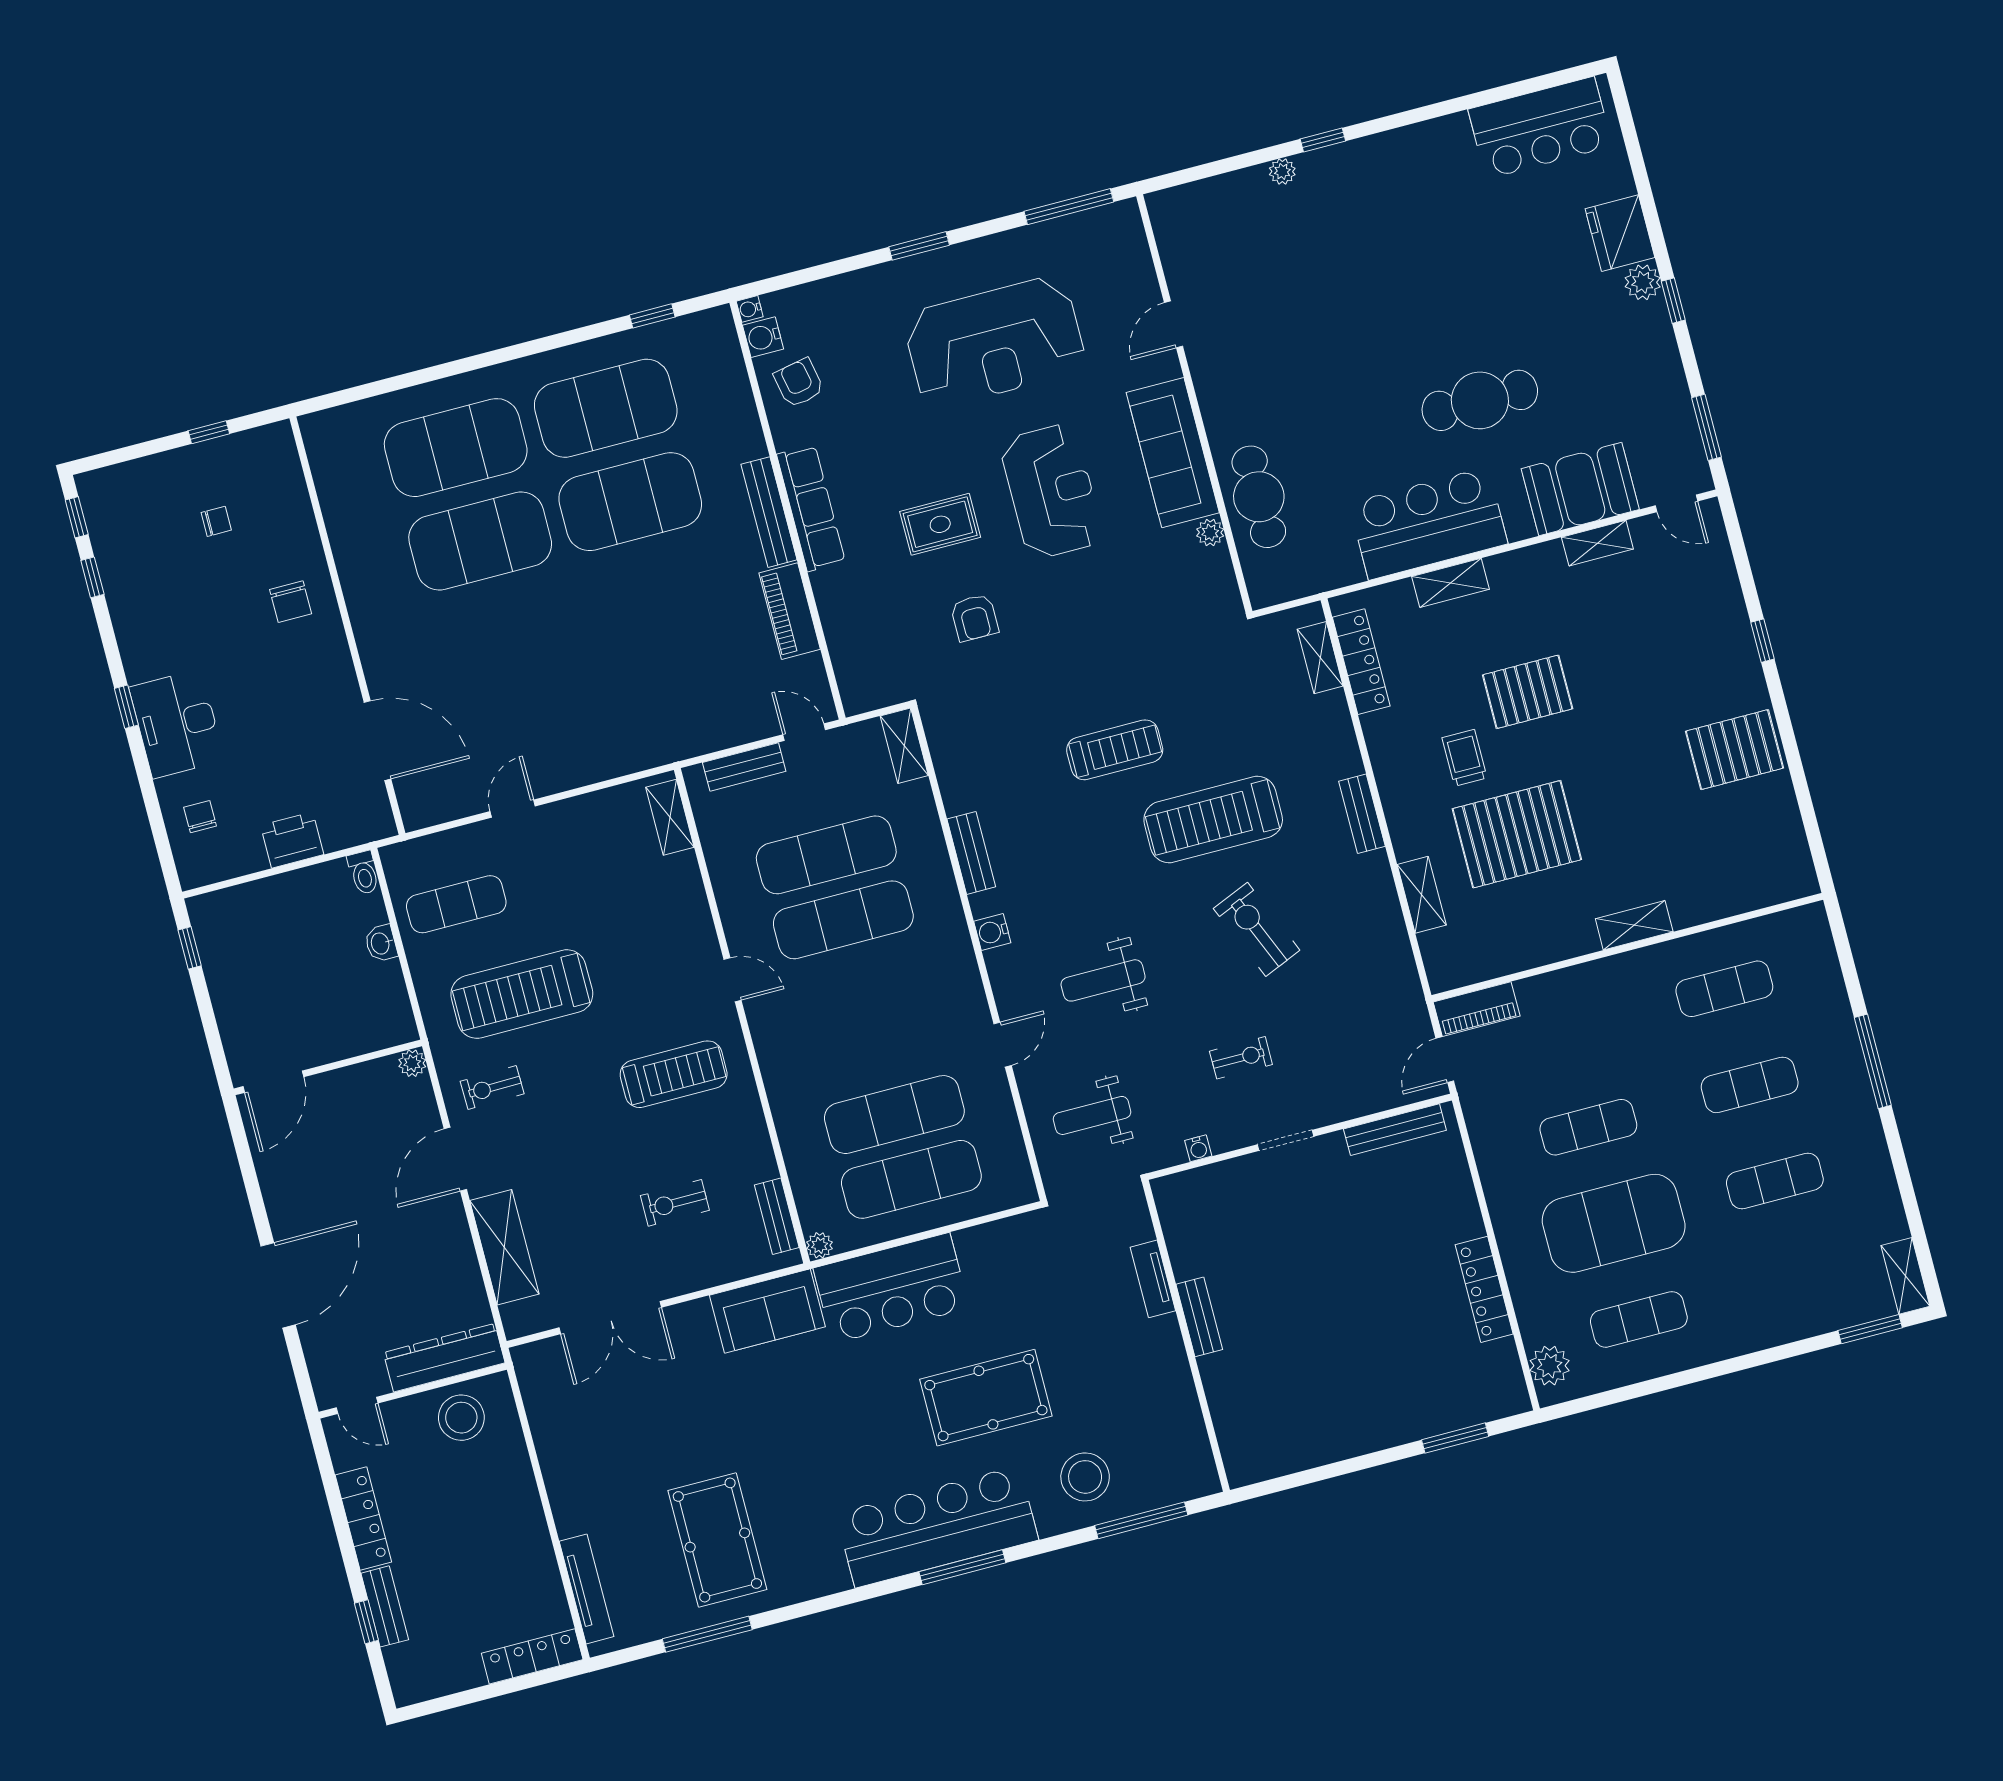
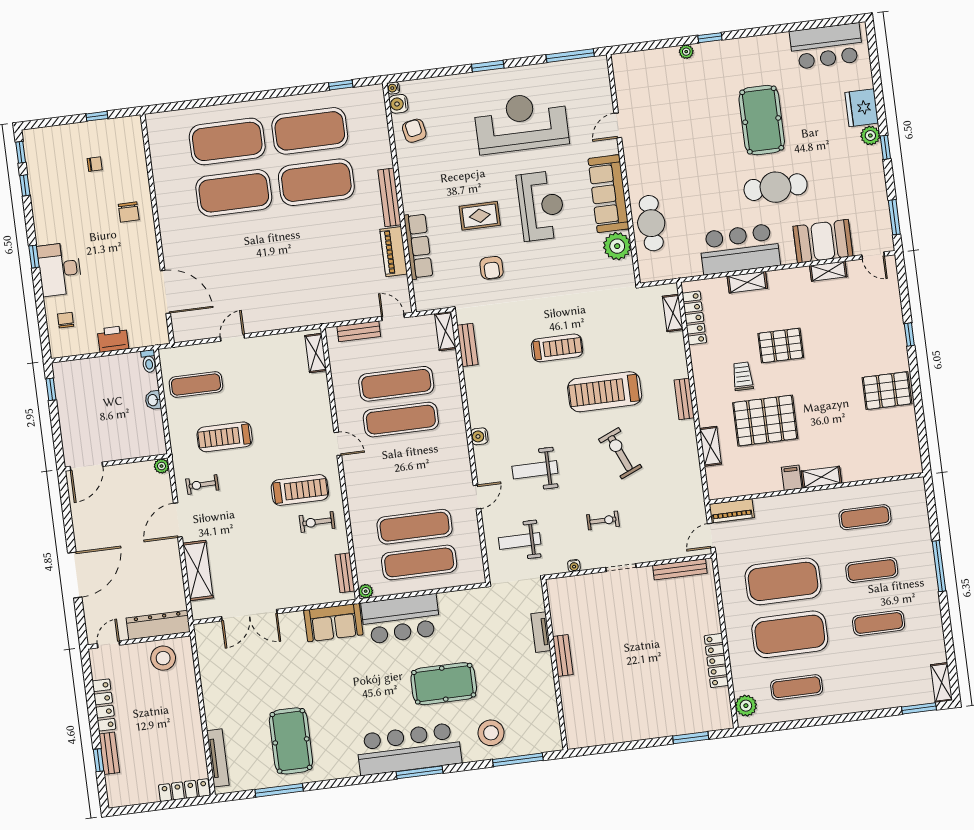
pool table: (1438, 280) -> (762, 120), added
reception desk: (995, 342) -> (521, 123), turned 180
row of seats: (811, 508) -> (418, 246), moved
plant: (1210, 533) -> (617, 246), width x1.87, depth x1.87
bench: (971, 853) -> (467, 345), moved
filing cabinet: (1579, 934) -> (792, 478), added
treadmill: (522, 994) -> (225, 437), width x0.73, depth x0.73
exercise mat: (1588, 1127) -> (783, 581), width x2.00, depth x1.45
exercise bike: (675, 1203) -> (317, 522), moved
door: (357, 1405) -> (108, 644), swing flipped

